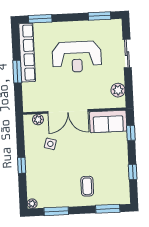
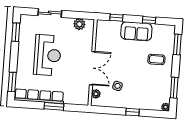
sofa: (108, 121) -> (136, 31), moved, turned 90

